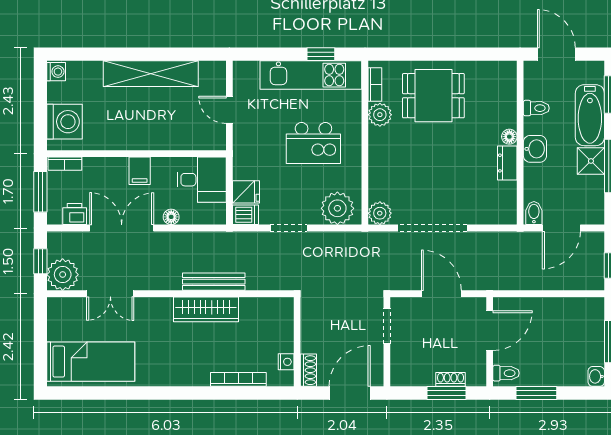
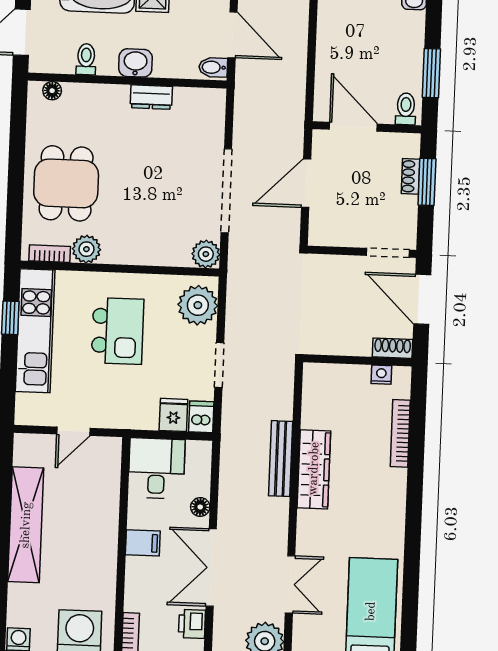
floor lamp: (509, 137) -> (52, 91), moved
doorway: (387, 326) -> (388, 253), moved

